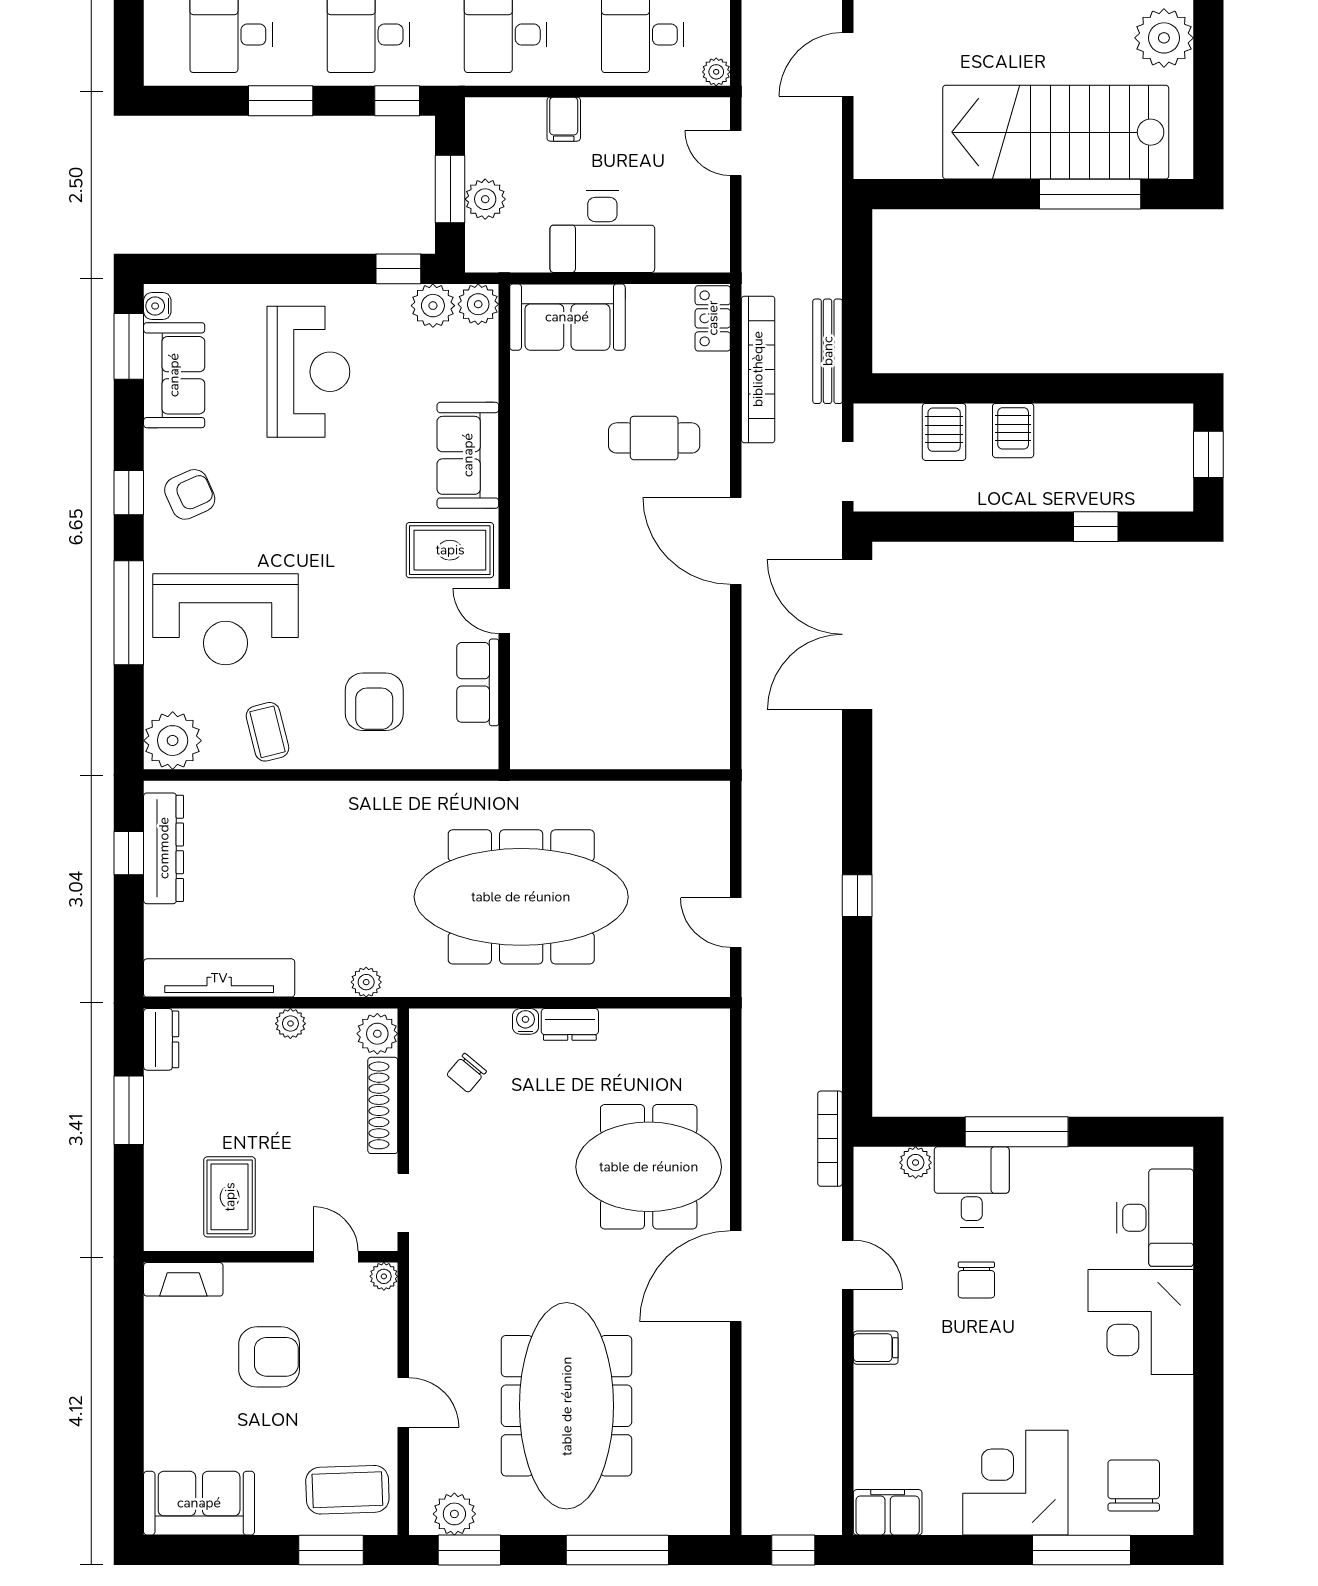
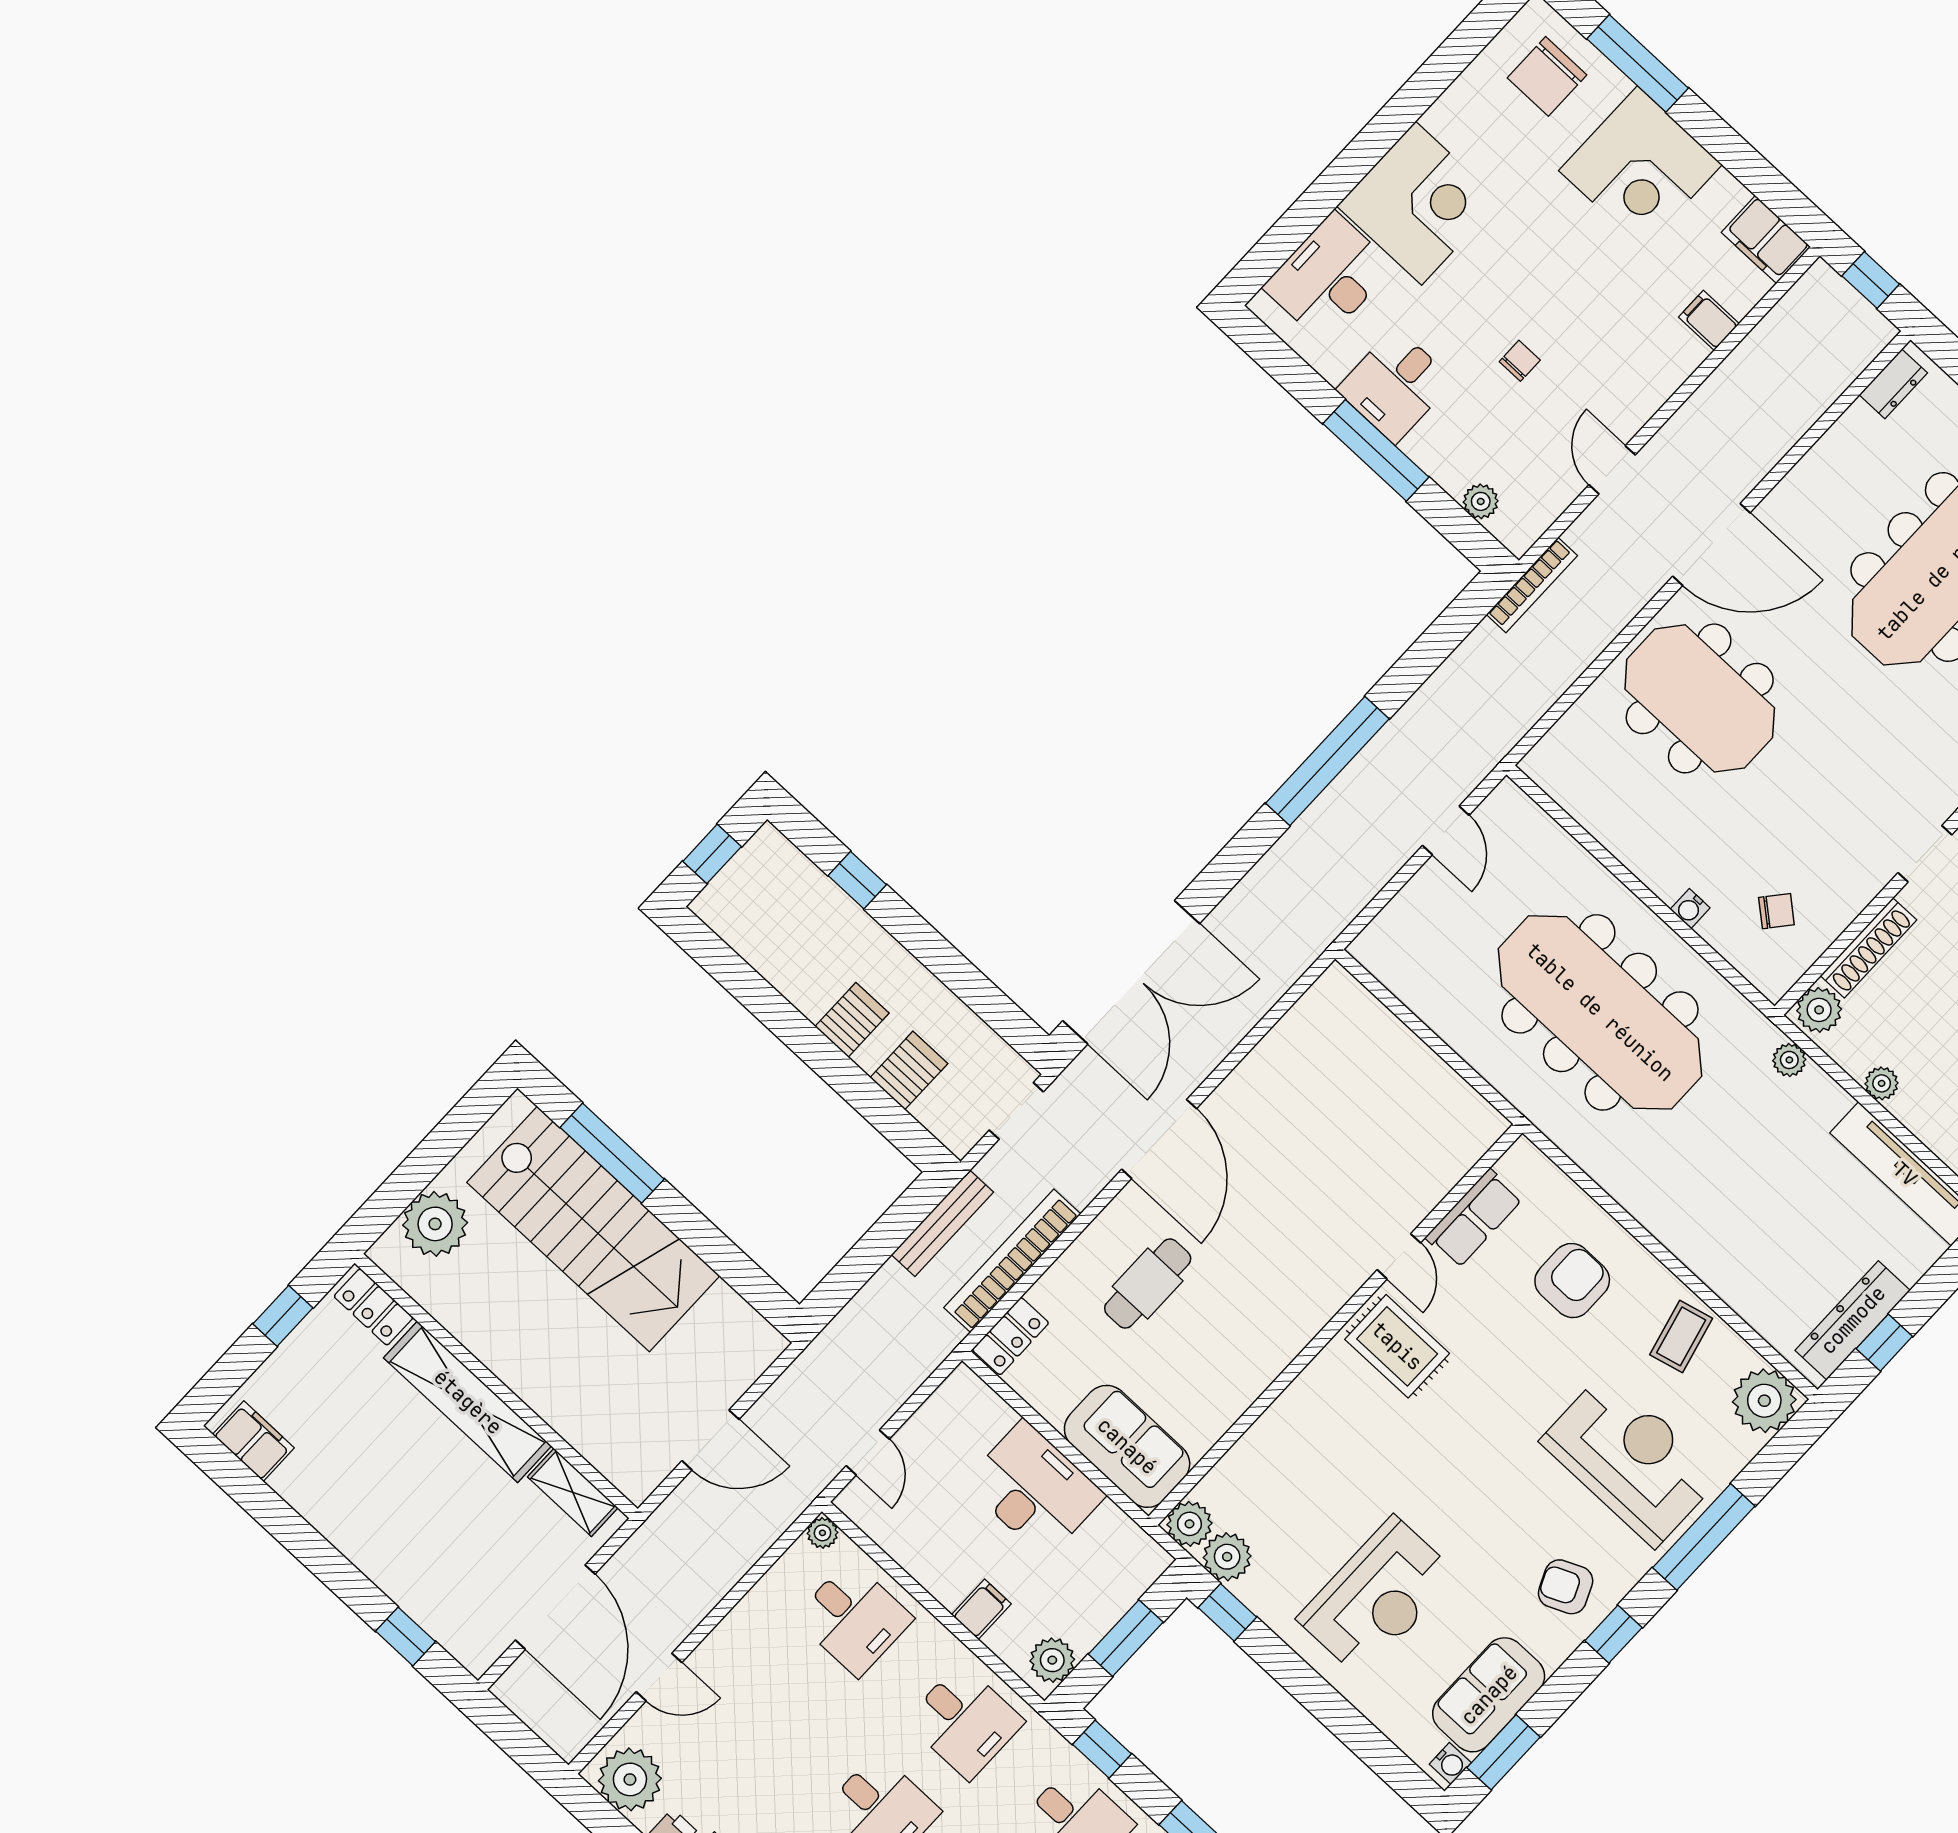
plant: (485, 199) -> (1052, 1660), moved
reception desk: (308, 372) -> (1377, 1597), turned 180
cafe table: (654, 438) -> (1148, 1284), turned 90
sofa: (468, 455) -> (1311, 1409), removed
window: (857, 896) -> (1327, 761), width x3.17
dresser: (570, 1024) -> (1893, 384), moved, turned 90
desk: (972, 1187) -> (1395, 385), moved
chair: (976, 1280) -> (1520, 361), width x0.73, depth x0.73
filing cabinet: (876, 1348) -> (1709, 320), moved

